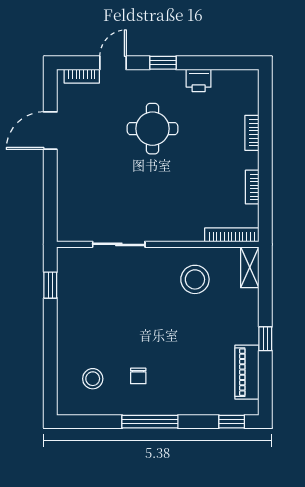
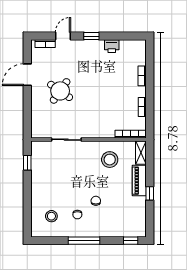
round table: (152, 129) -> (60, 91), moved, turned 35
chair: (171, 352) -> (96, 201), added
piano: (247, 372) -> (139, 181), moved

